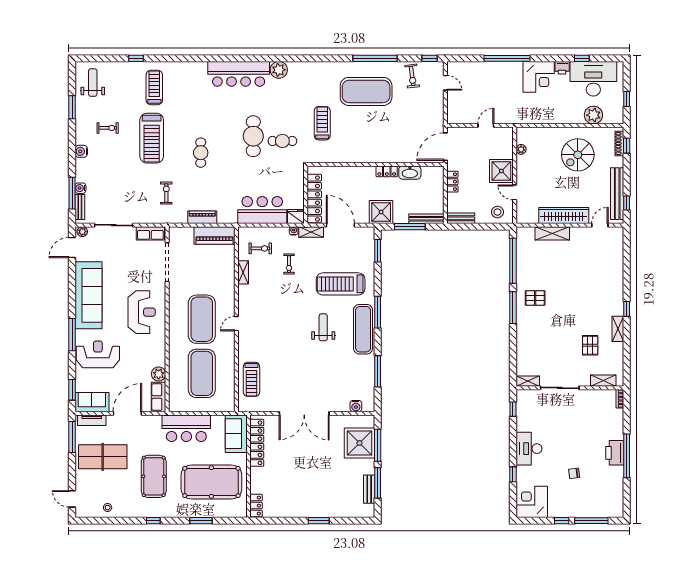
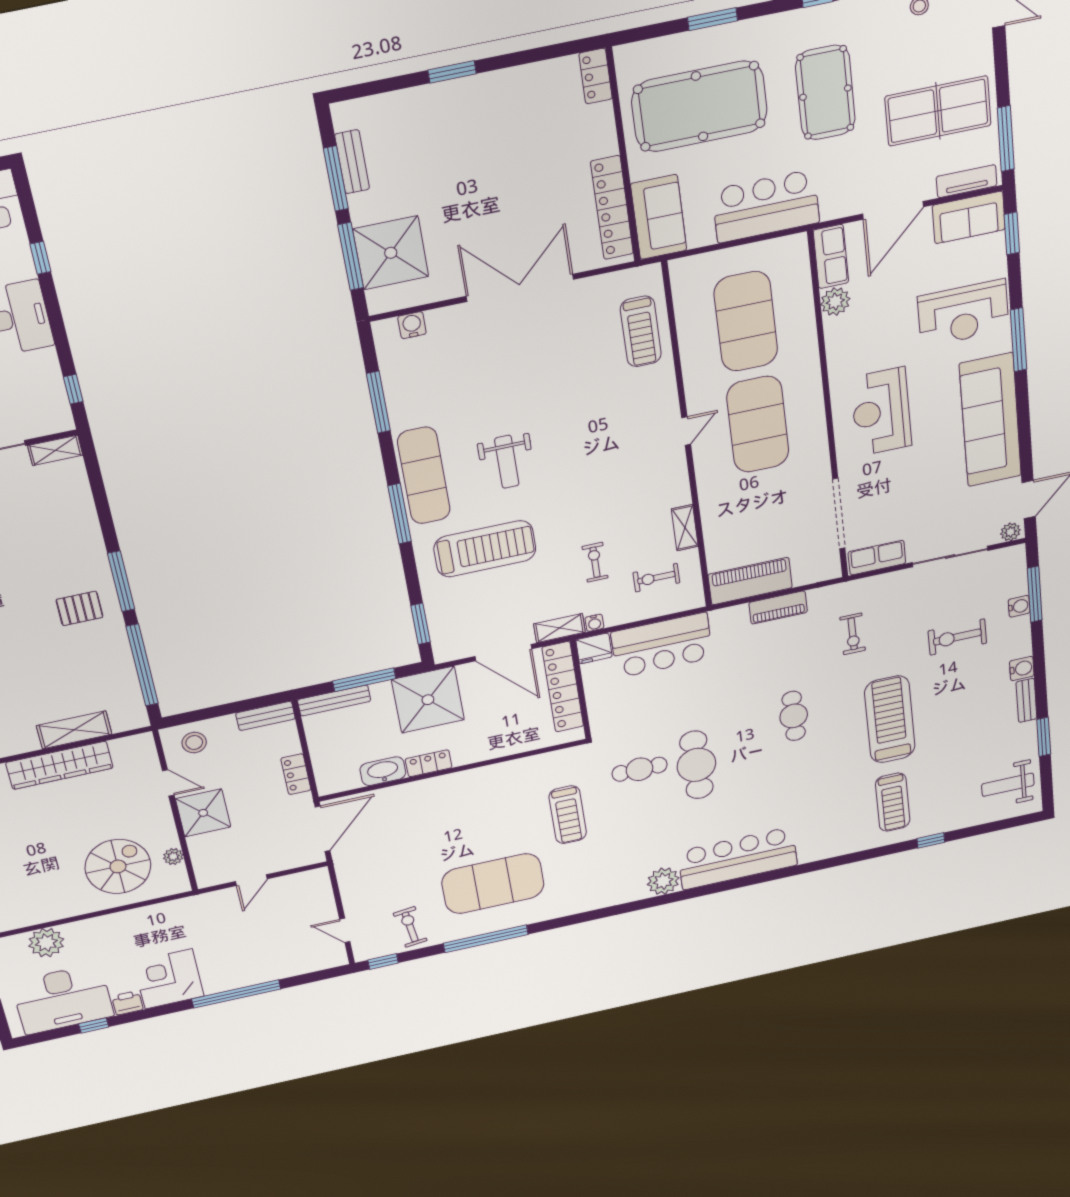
weight bench: (93, 83) -> (1008, 785), turned 90
exercise bike: (108, 128) -> (957, 637), moved, width x1.38, depth x1.39
spiral stairs: (578, 155) -> (118, 866), moved
bench: (80, 207) -> (1026, 700), moved
shower: (381, 212) -> (428, 700), width x1.37, depth x1.37
treadmill: (251, 379) -> (641, 331), turned 180

